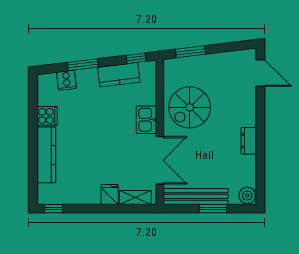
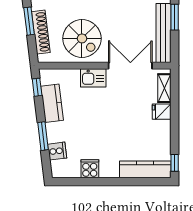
window: (191, 52) -> (29, 21), moved
shoe rack: (197, 62) -> (41, 32), added
kitchen counter: (46, 155) -> (145, 169), moved

